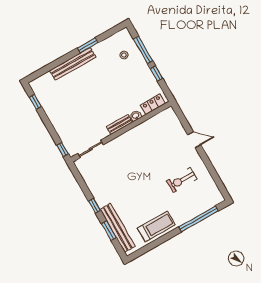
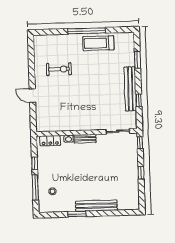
window: (35, 102) -> (141, 173), moved
window: (95, 206) -> (139, 100), moved
window: (198, 219) -> (87, 31), moved
bench: (118, 228) -> (130, 89), moved

